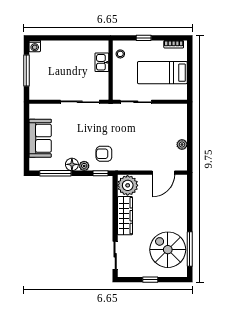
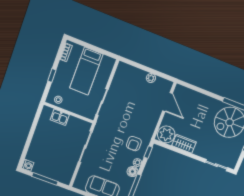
wardrobe: (125, 216) -> (184, 144), width x0.67

